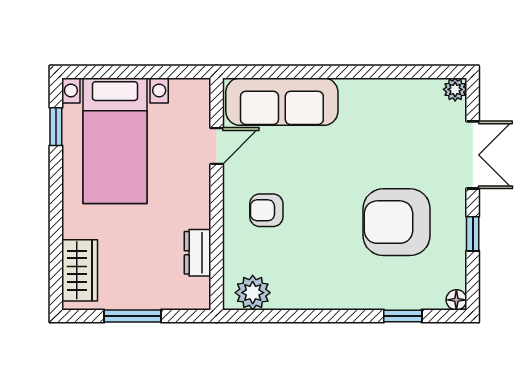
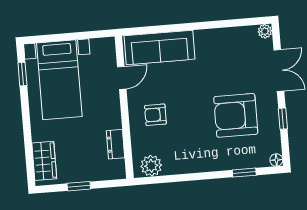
window: (132, 316) -> (79, 186), width x0.67

